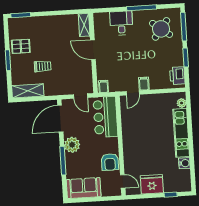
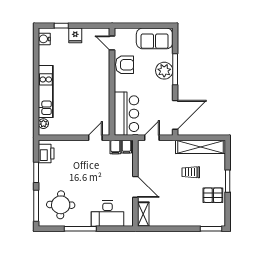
desk: (121, 23) -> (108, 214), width x1.37
round table: (161, 29) -> (61, 205), turned -35
filing cabinet: (144, 84) -> (115, 147), moved
shelving: (28, 91) -> (200, 147), width x1.47
door: (81, 96) -> (152, 138), hinge flipped
plant: (72, 145) -> (164, 71), moved
armchair: (110, 162) -> (125, 65), turned 90
water cooler: (184, 163) -> (44, 39), moved
fridge: (152, 184) -> (75, 35), width x0.53, depth x0.75

